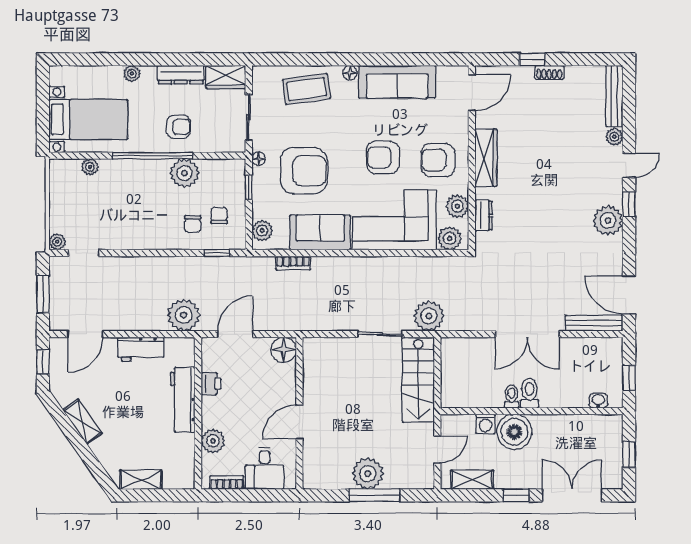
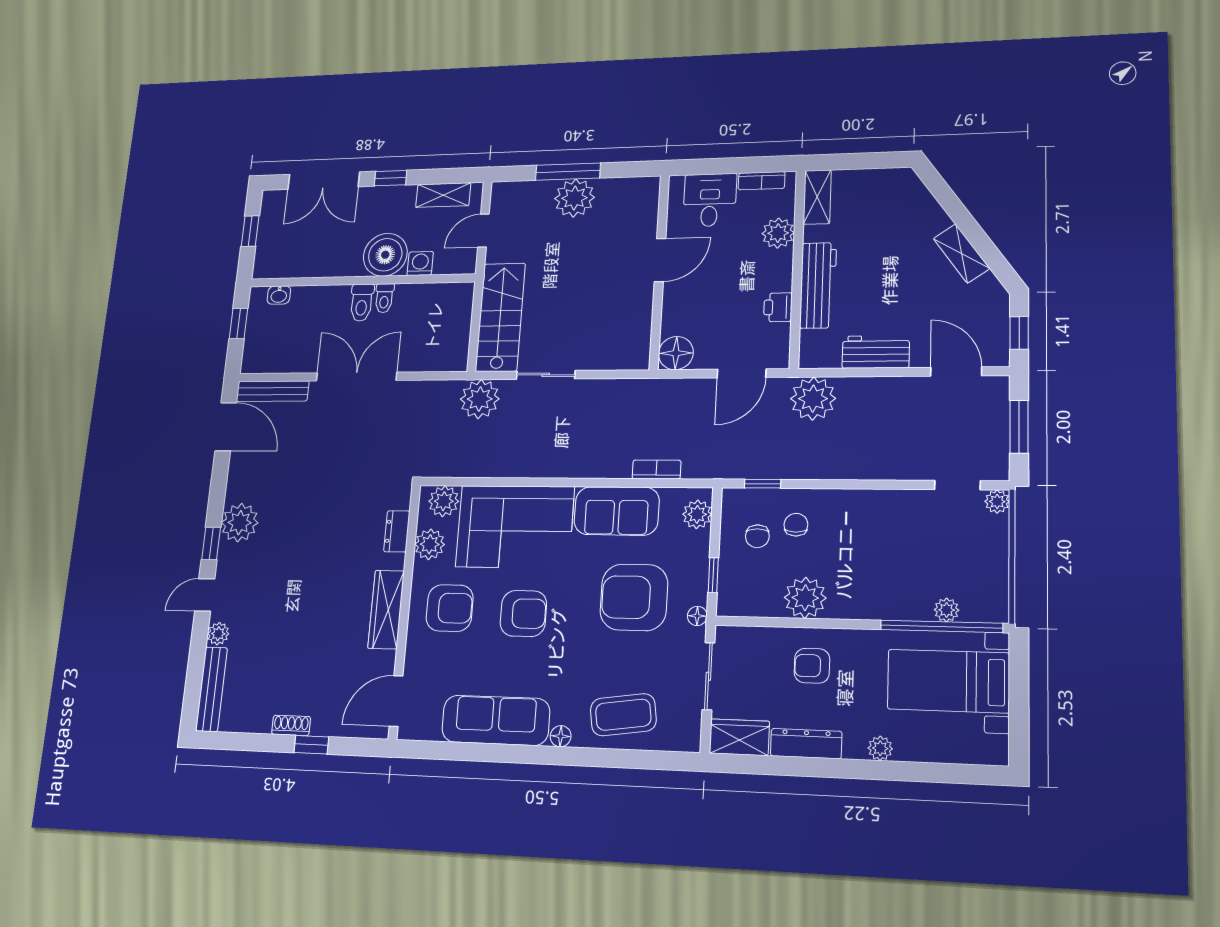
window: (153, 156) -> (941, 626), moved
door: (85, 334) -> (956, 372), hinge flipped
shelving: (141, 480) -> (817, 197), moved, turned 90

